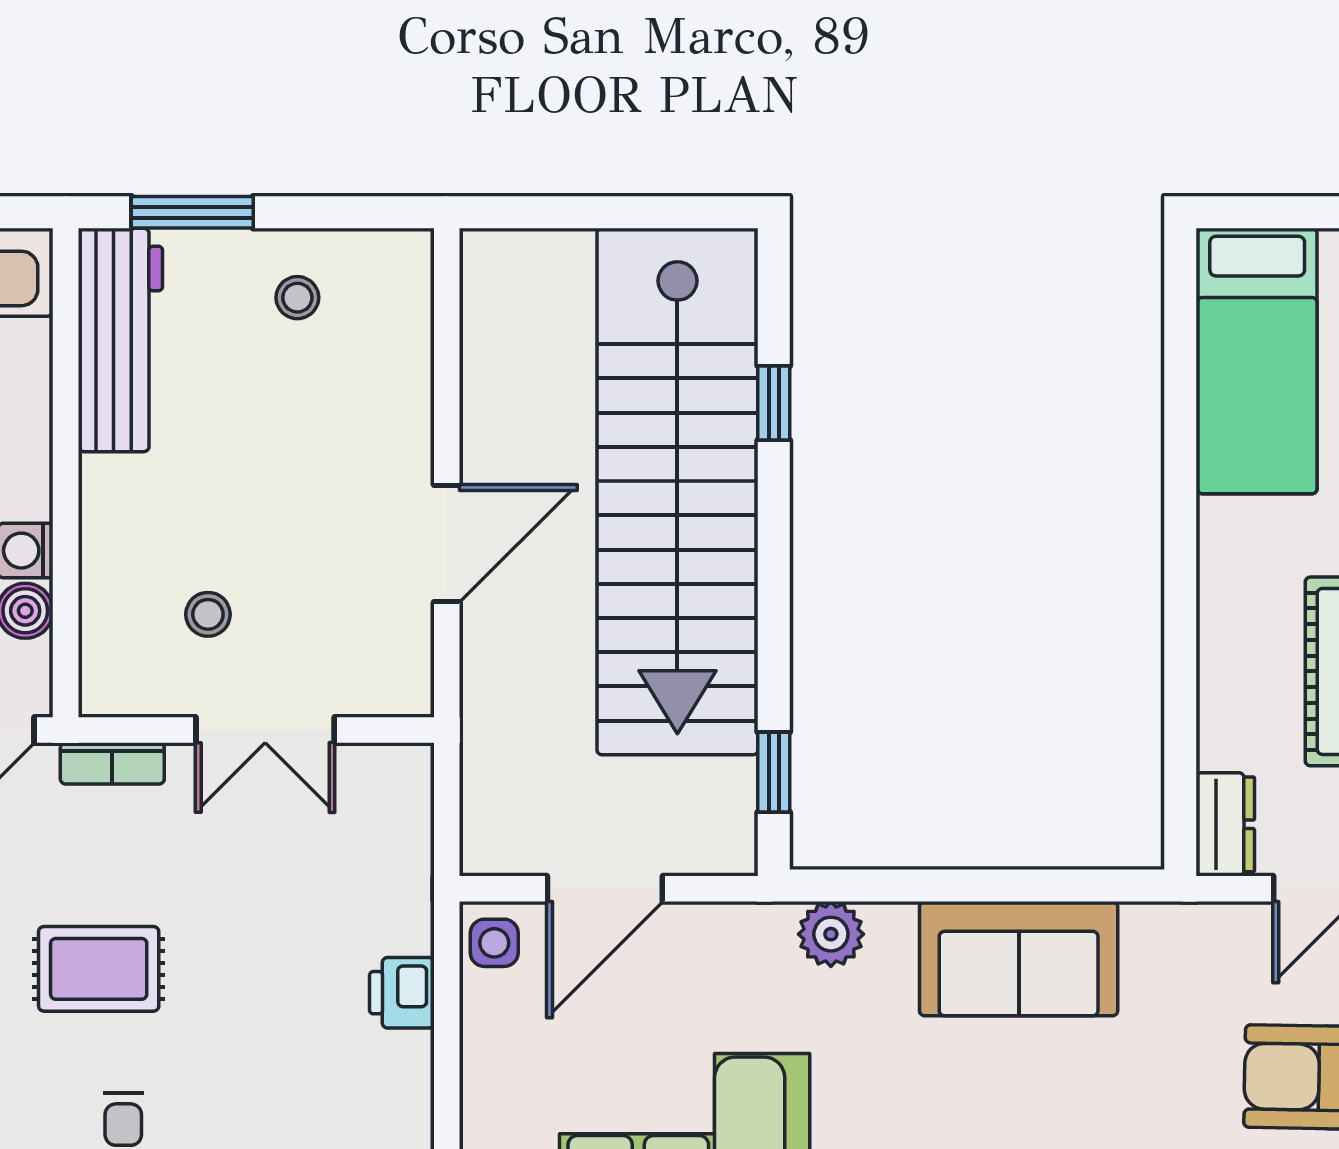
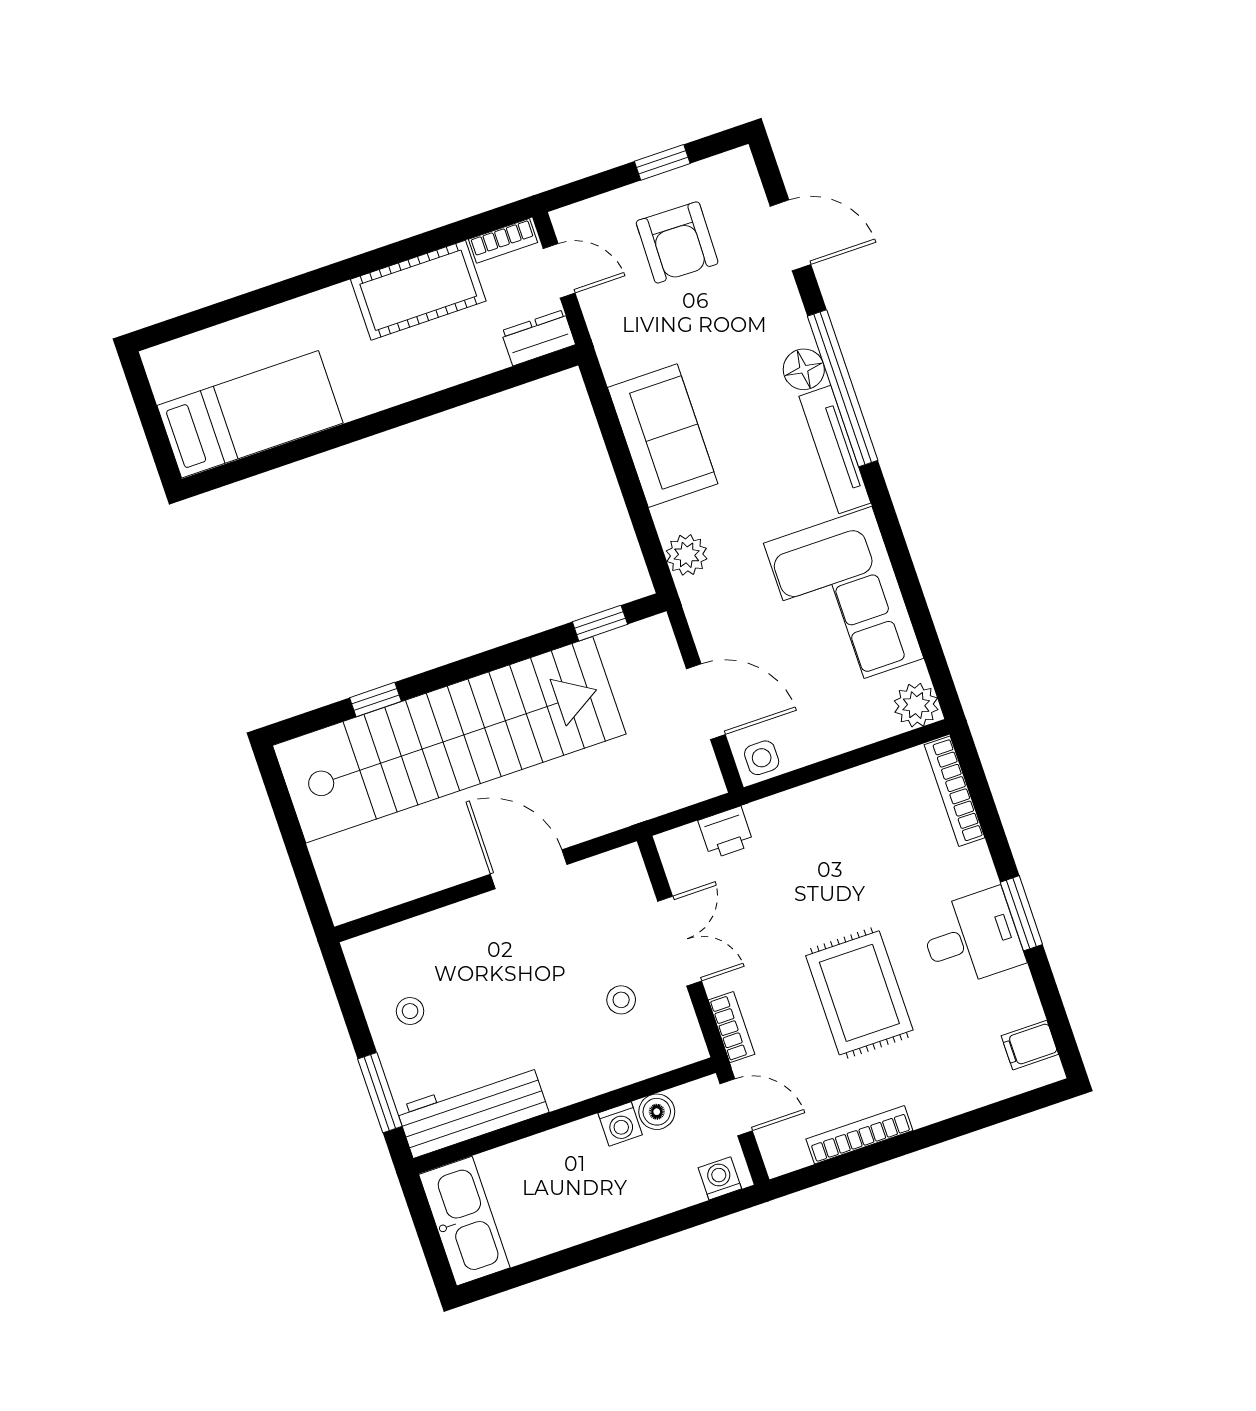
rug: (99, 969) -> (859, 993), width x1.36, depth x1.43
printer: (402, 993) -> (726, 833), moved

